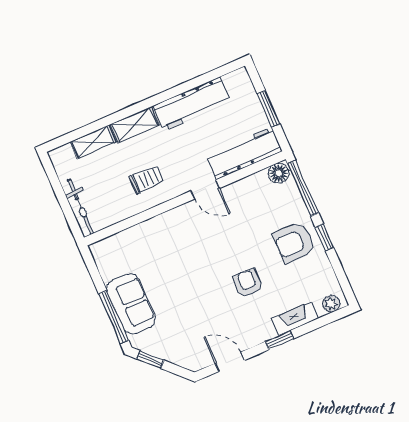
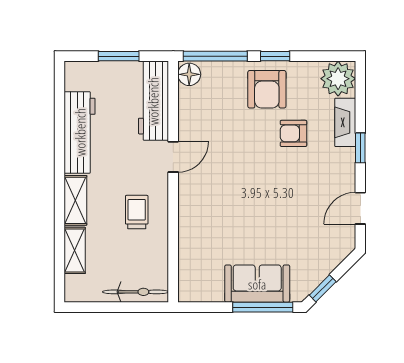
armchair: (248, 283) -> (294, 133), moved
plant: (331, 304) -> (338, 79), width x1.88, depth x1.88

